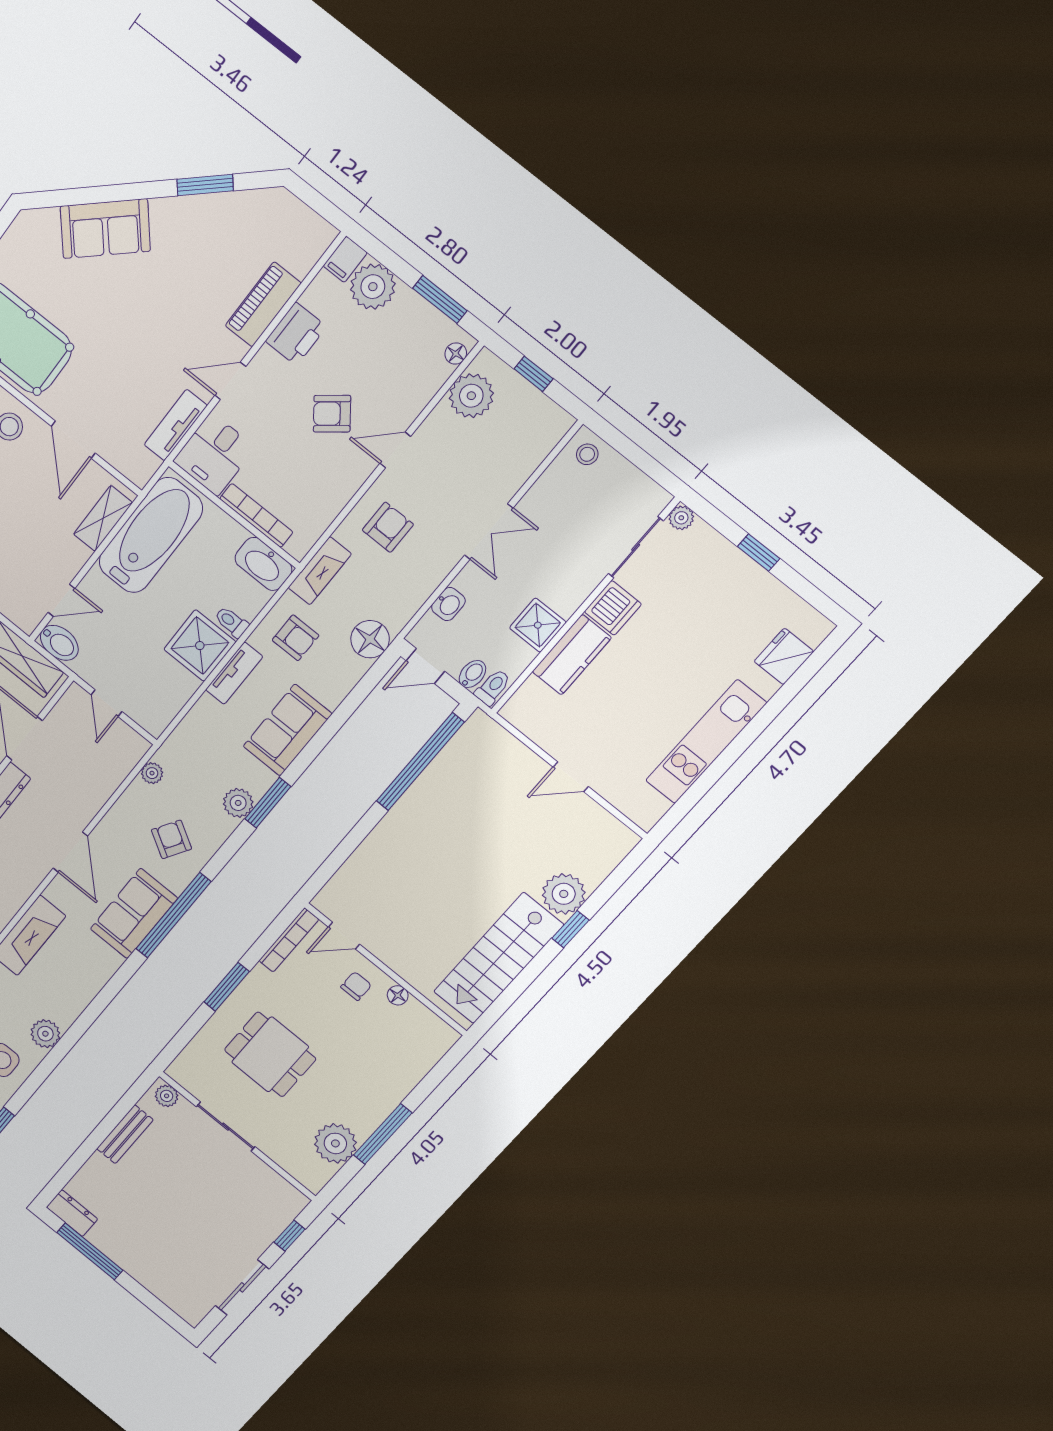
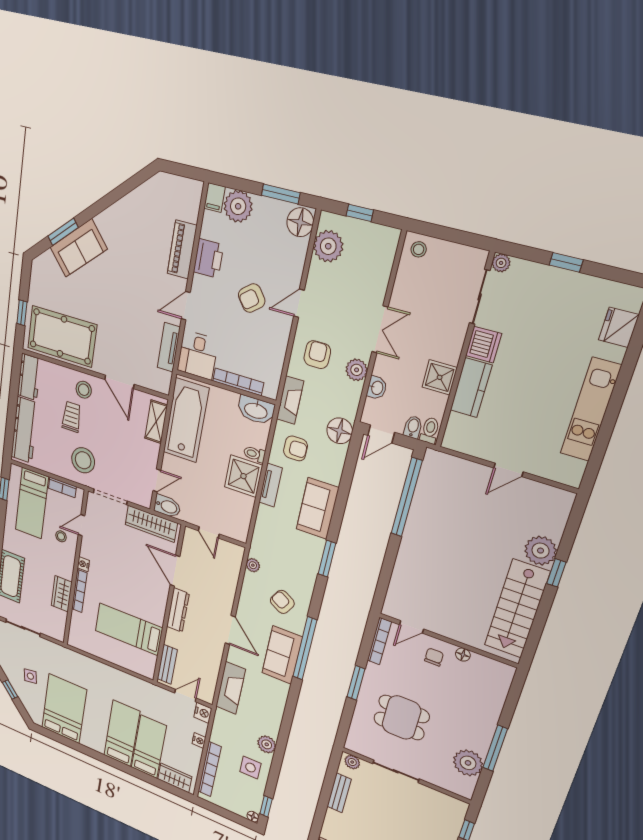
window: (205, 185) -> (63, 232), moved
floor lamp: (456, 354) -> (300, 222), width x1.89, depth x1.89
plant: (238, 803) -> (357, 370), moved

